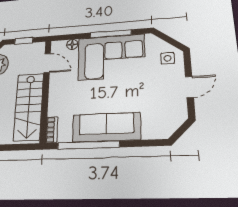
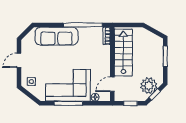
door: (47, 63) -> (112, 84), hinge flipped
sofa: (106, 127) -> (56, 36), moved

